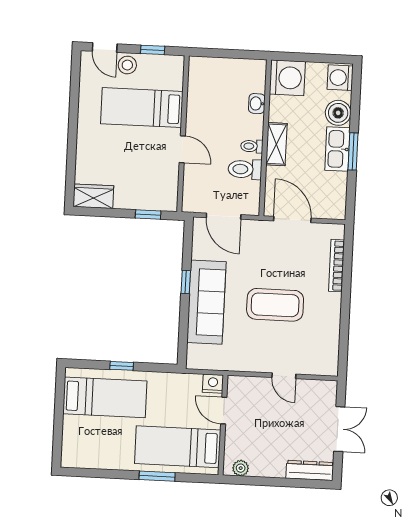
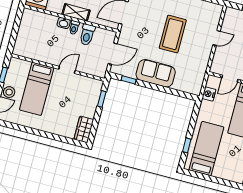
washbasin: (257, 104) -> (64, 23), moved
window: (186, 282) -> (129, 80), moved
sofa: (206, 302) -> (156, 73), width x0.73
window: (122, 366) -> (187, 145), moved
nightstand: (213, 384) -> (209, 94), moved

